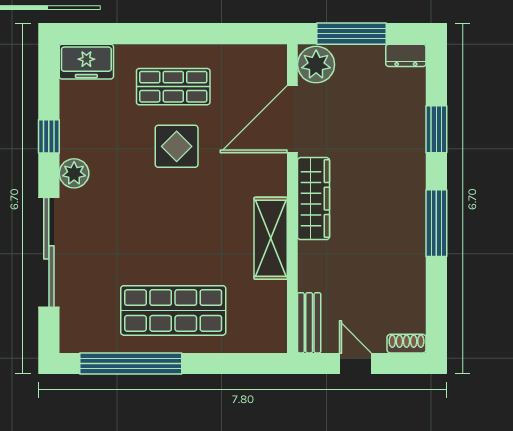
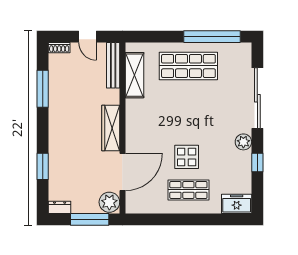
window: (436, 223) -> (43, 89), moved
shelving: (271, 238) -> (134, 75), moved
bench: (309, 323) -> (113, 65), width x1.36

